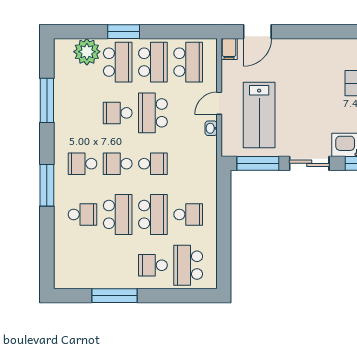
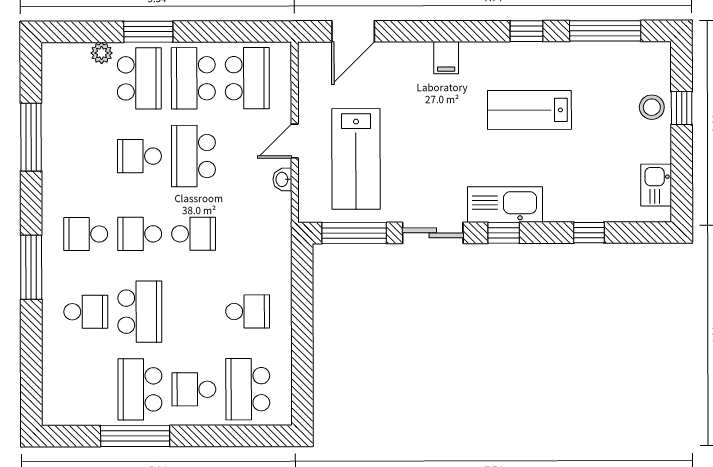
filing cabinet: (229, 49) -> (446, 58), moved
plant: (87, 52) -> (102, 53), width x0.53, depth x0.53
school desk: (153, 62) -> (193, 78), turned 180
school desk: (153, 214) -> (140, 389), moved, turned 180

